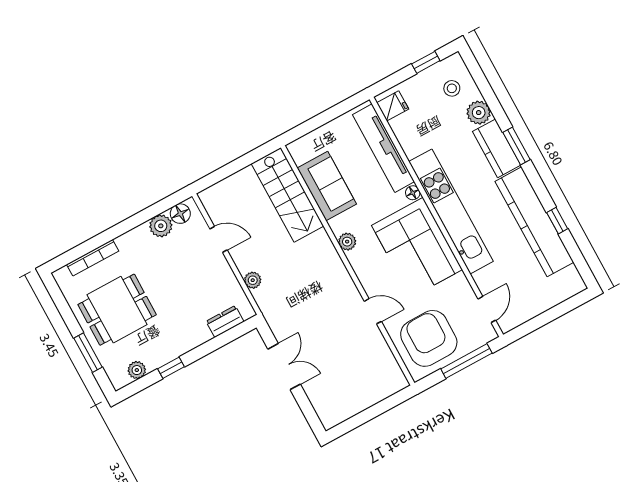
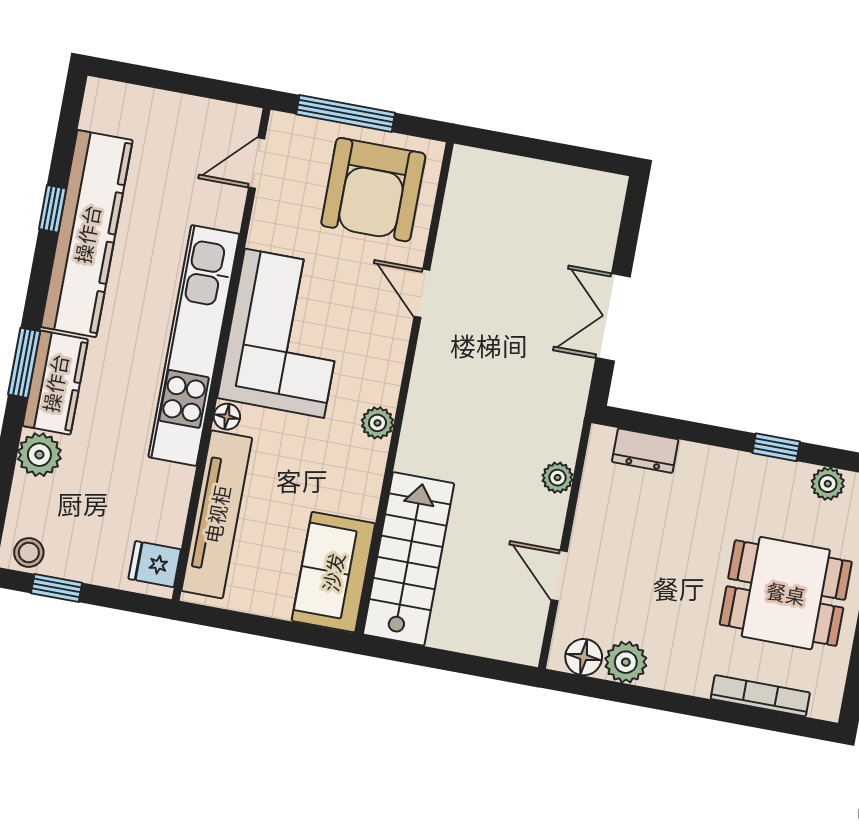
stool: (452, 88) -> (29, 552), moved
sofa: (327, 186) -> (333, 572), moved

